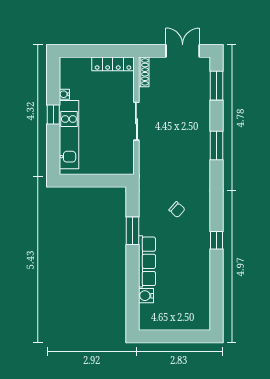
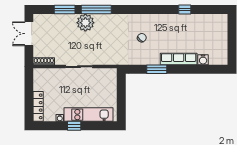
locker: (113, 64) -> (38, 106), moved
window: (217, 86) -> (65, 10), moved
plant: (198, 130) -> (85, 23), added
window: (217, 146) -> (96, 10), width x1.44
window: (217, 240) -> (185, 10), moved

